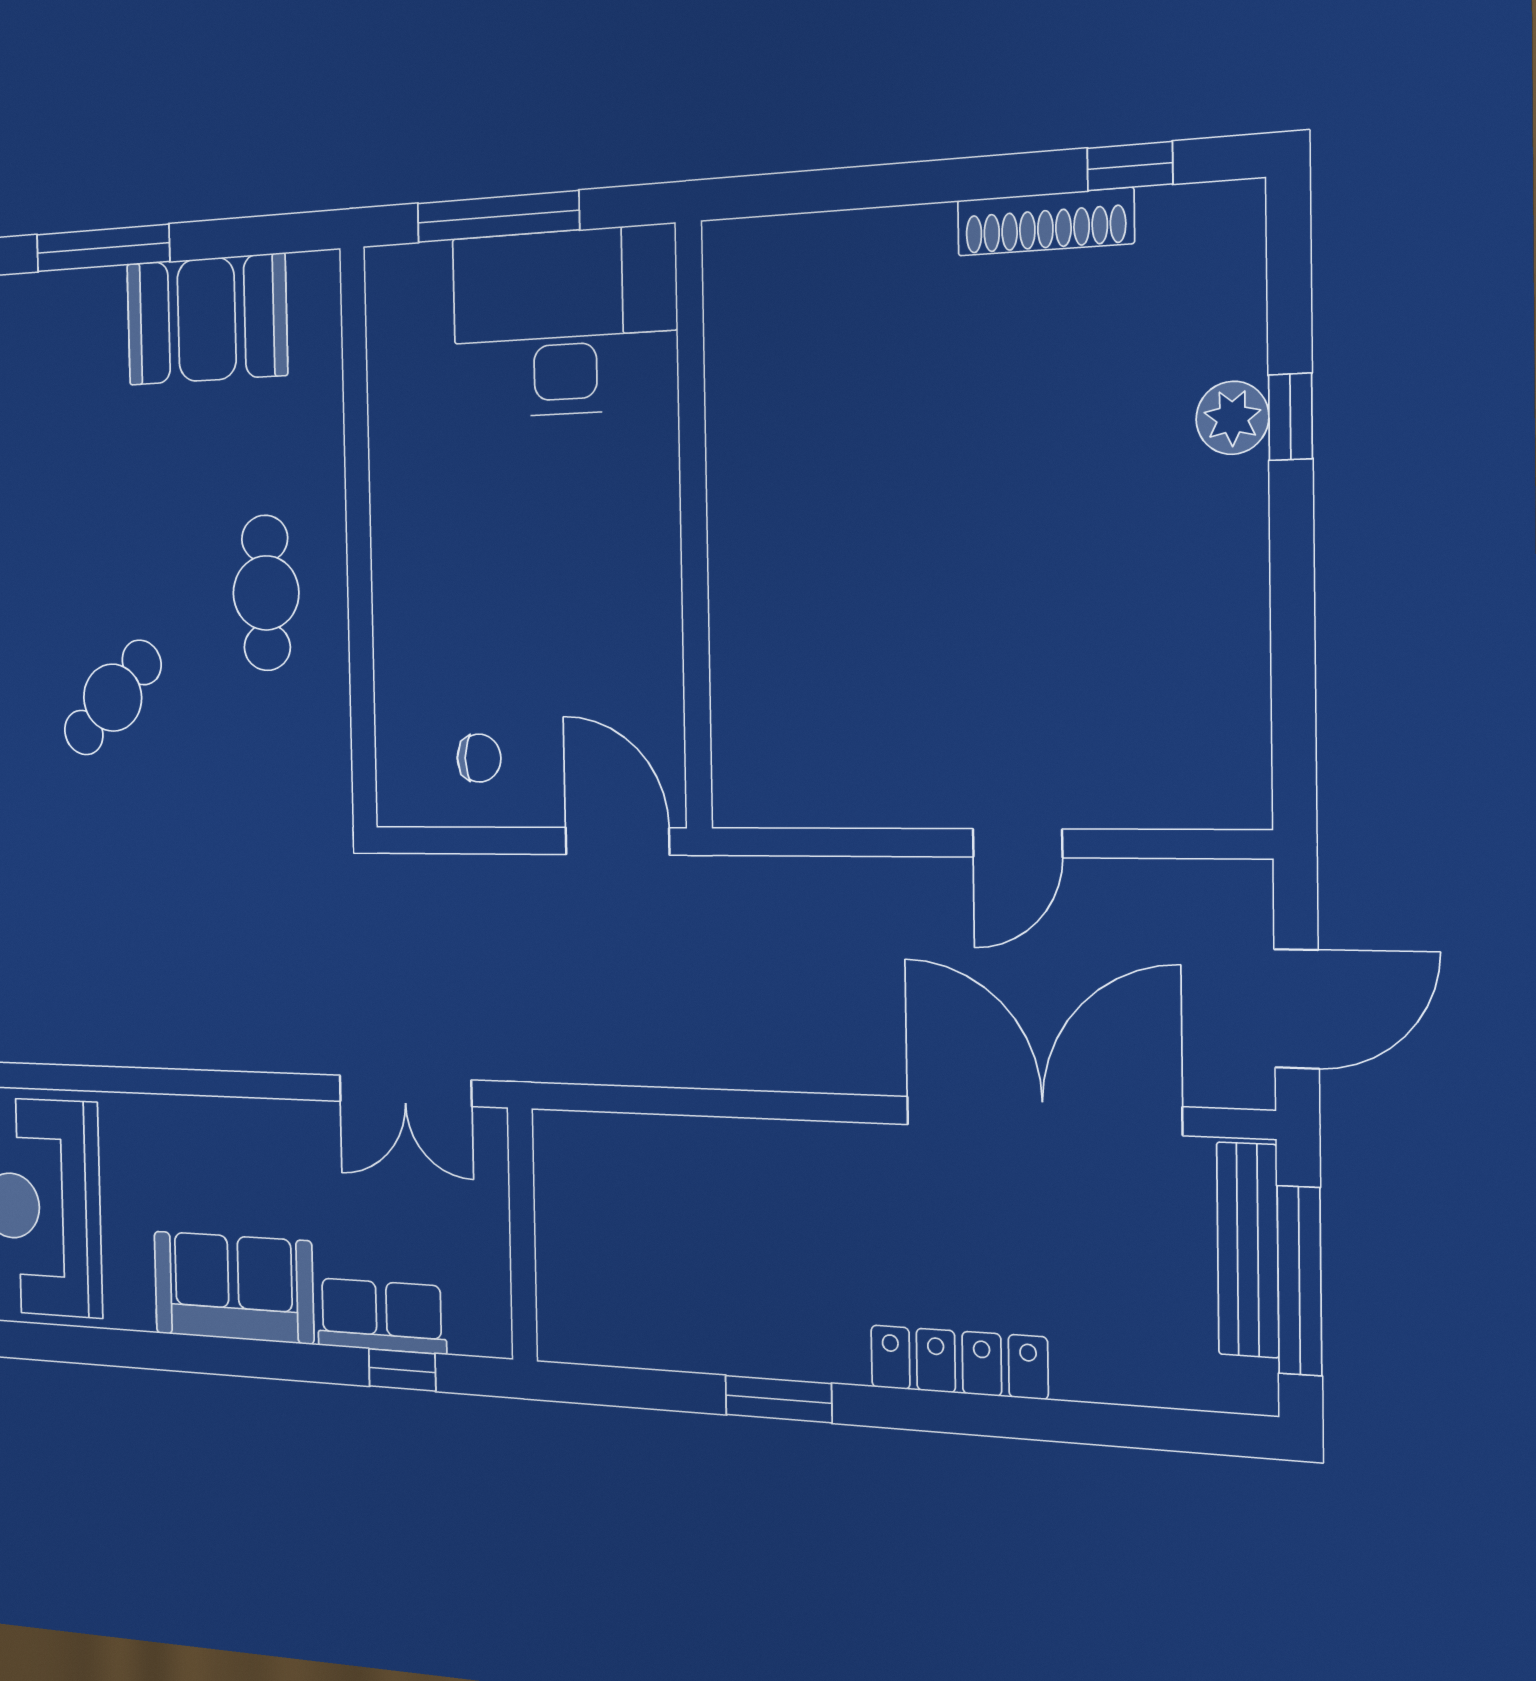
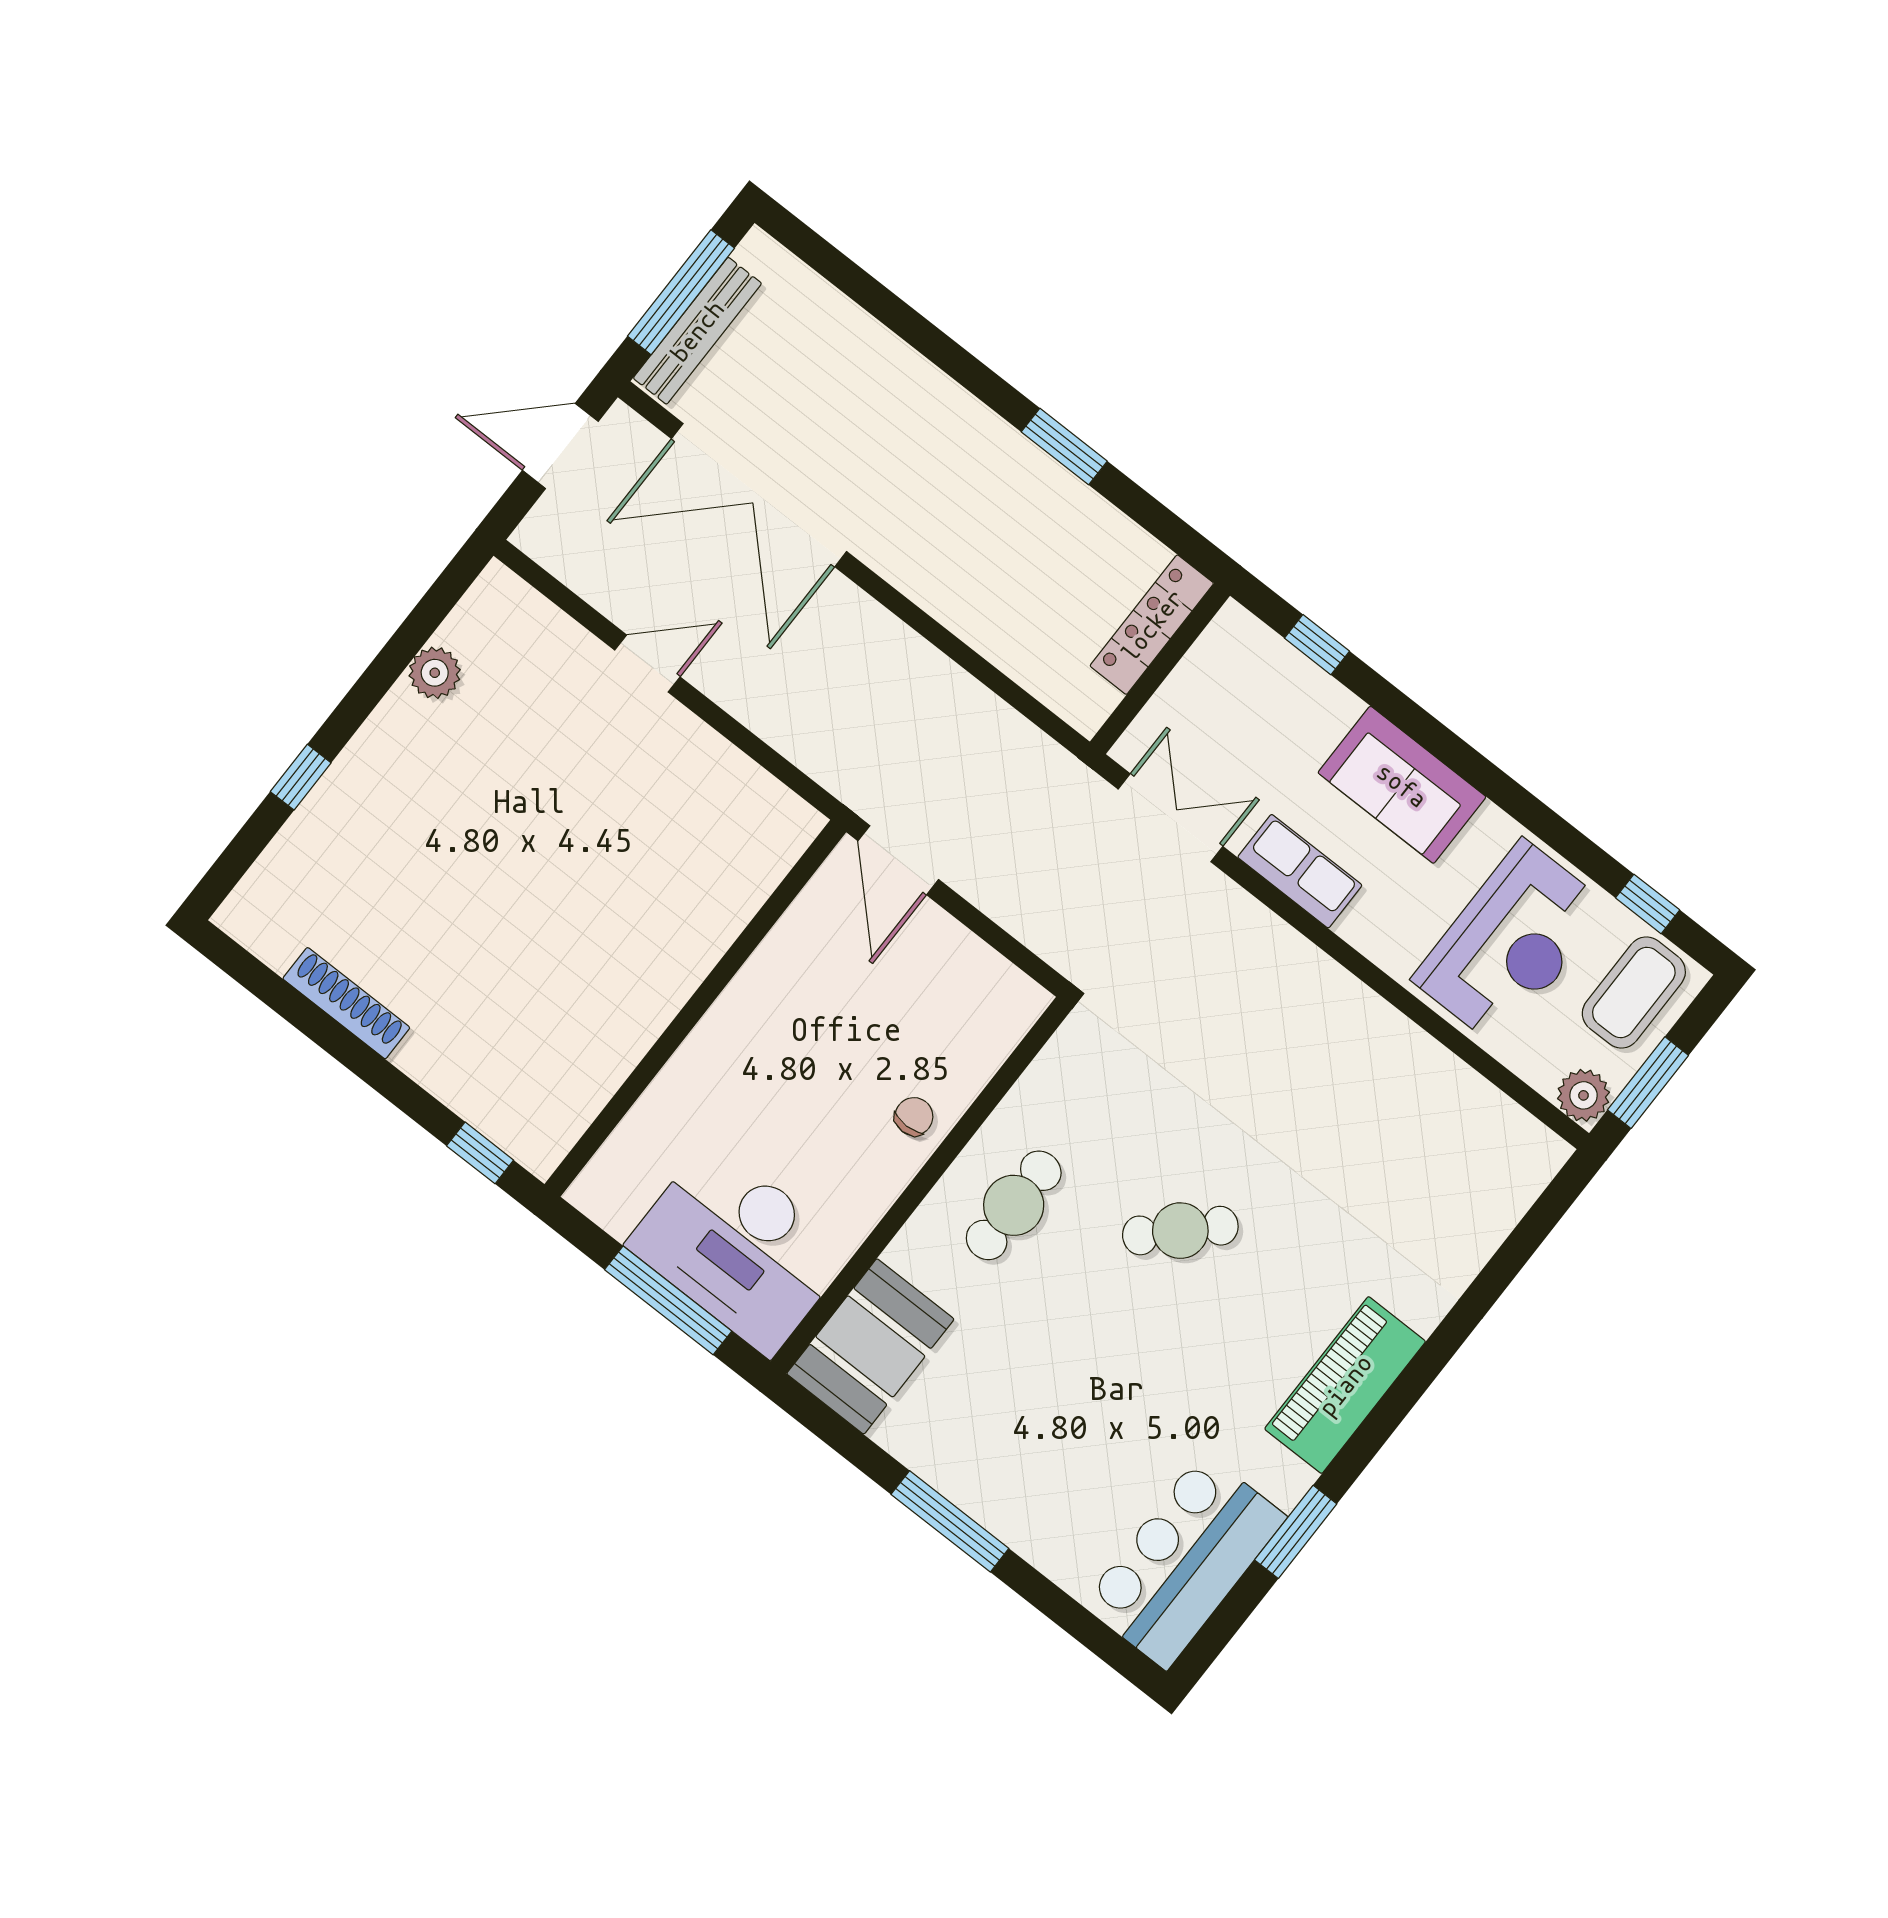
window: (1130, 166) -> (480, 1153), moved
booth: (207, 319) -> (870, 1346), moved, turned 90
desk: (564, 322) -> (740, 1248), moved
plant: (1232, 418) -> (435, 673), moved
chair: (479, 758) -> (914, 1117), moved, turned 89
row of seats: (381, 1316) -> (1300, 871), moved, turned 180
locker: (959, 1362) -> (1152, 625), moved, turned 90

